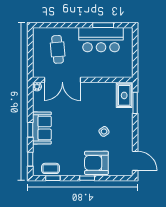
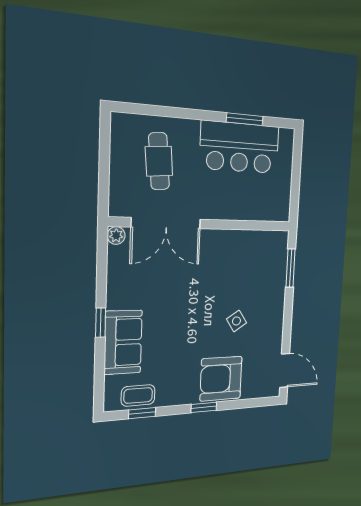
rug: (124, 95) -> (274, 254), removed
sofa: (42, 128) -> (123, 342), moved
window: (30, 159) -> (99, 380), removed

